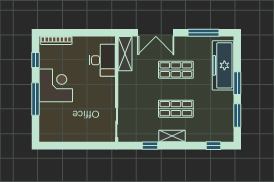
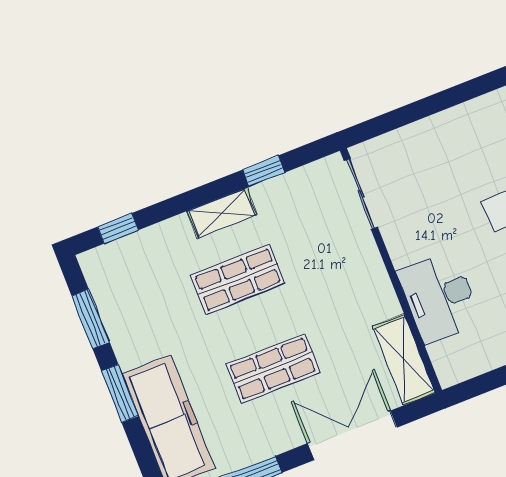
desk: (102, 60) -> (439, 297), moved

